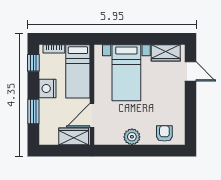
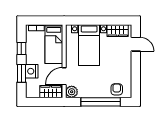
window: (33, 63) -> (21, 49), moved
nightstand: (48, 88) -> (32, 71), moved
plant: (132, 137) -> (72, 92), moved
window: (142, 151) -> (101, 102), added

